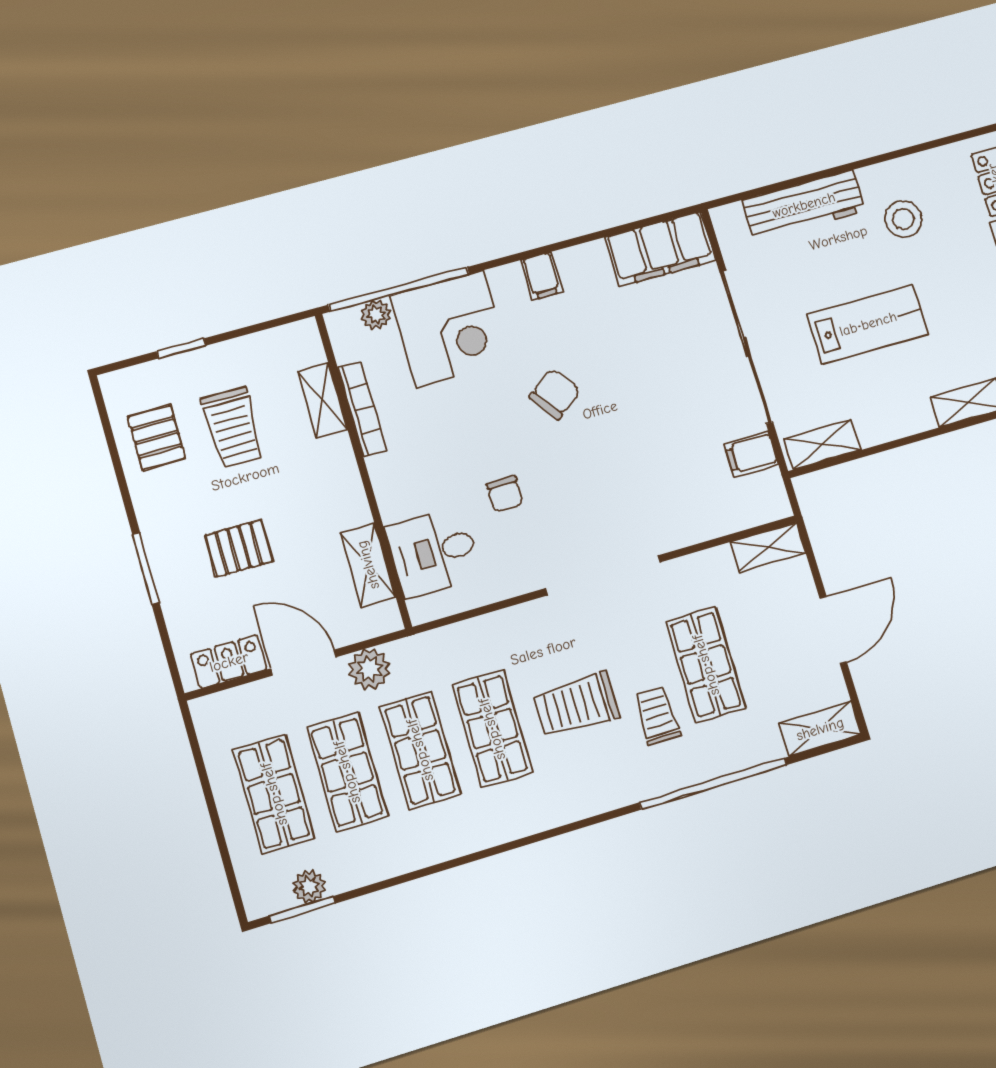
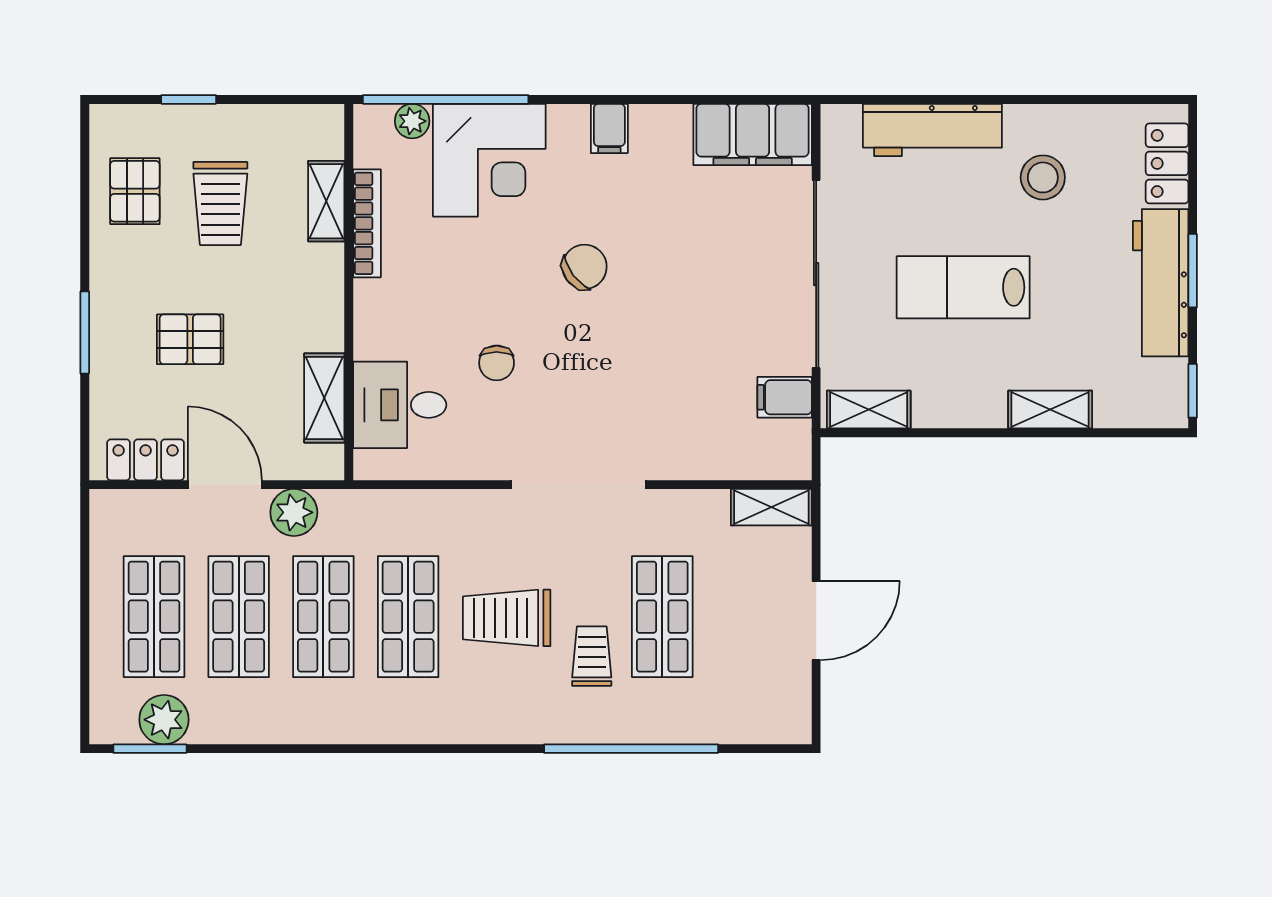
lab bench: (868, 324) -> (963, 287), turned 180
shelving: (820, 729) -> (768, 724), removed
plant: (309, 886) -> (164, 720), width x1.38, depth x1.38

